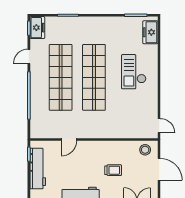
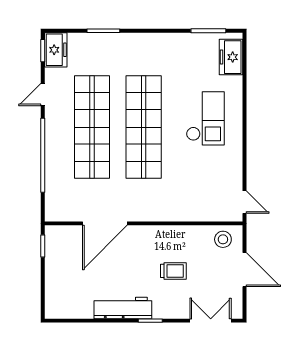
checkout: (134, 72) -> (205, 118), turned 180
door: (69, 139) -> (105, 223), width x1.87
workbench: (38, 169) -> (56, 268), removed

